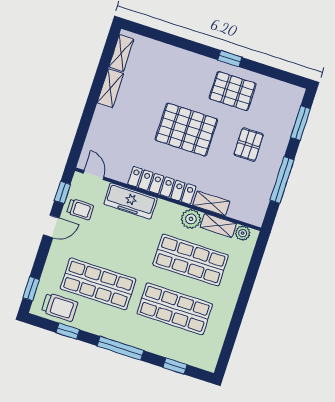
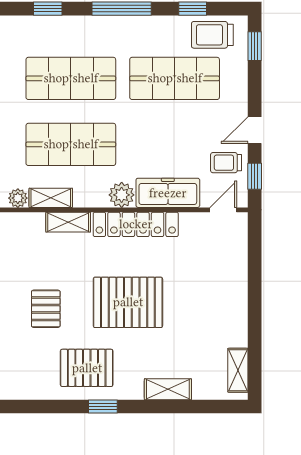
shelving: (110, 88) -> (168, 389), moved, turned 90
door: (94, 175) -> (223, 210), swing flipped
plant: (191, 219) -> (122, 195), moved

